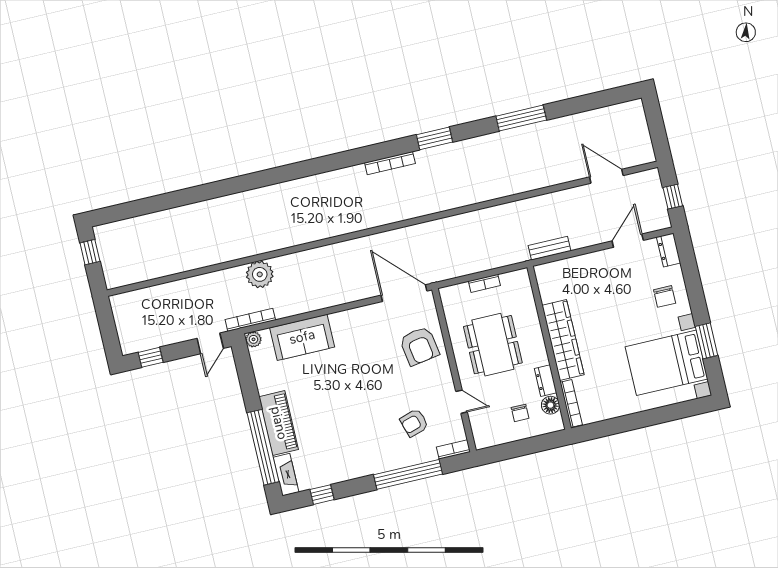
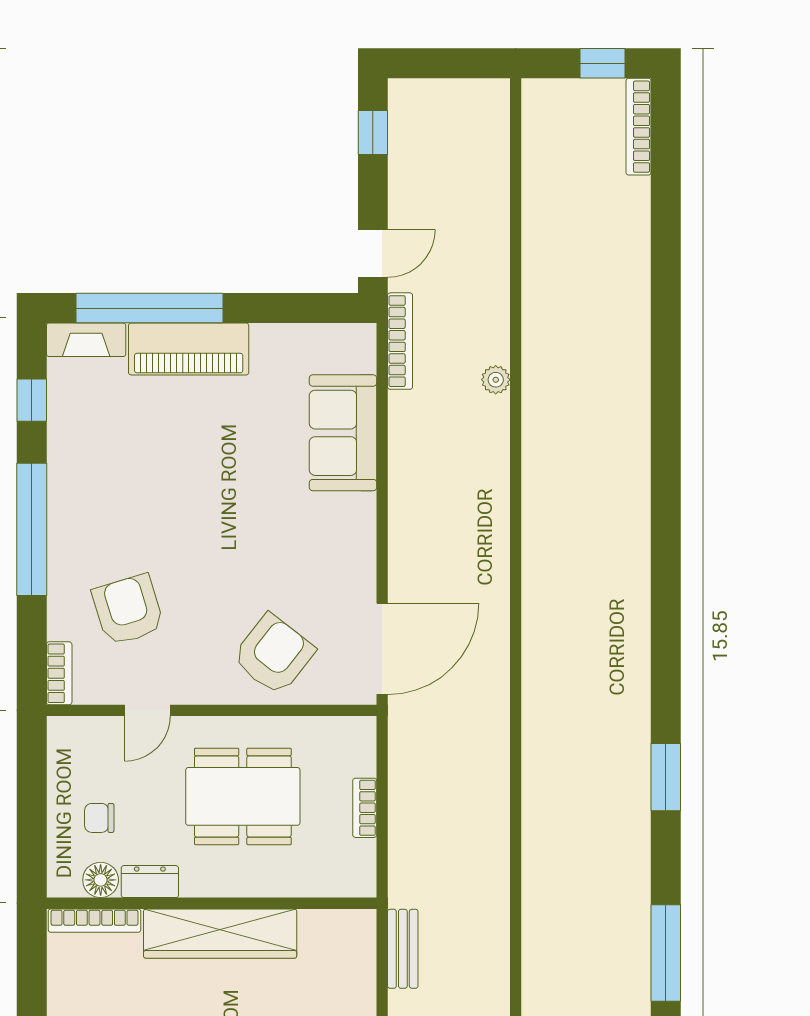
bookcase: (390, 163) -> (639, 127), moved
plant: (260, 274) -> (496, 380), width x0.53, depth x0.53
plant: (253, 339) -> (361, 338), removed
door: (210, 343) -> (373, 253), swing flipped
armchair: (419, 346) -> (274, 654), turned 137
armchair: (414, 423) -> (128, 610), width x1.38, depth x1.38
window: (408, 474) -> (32, 529), moved

